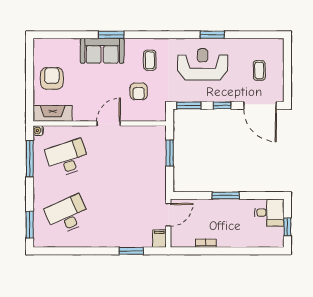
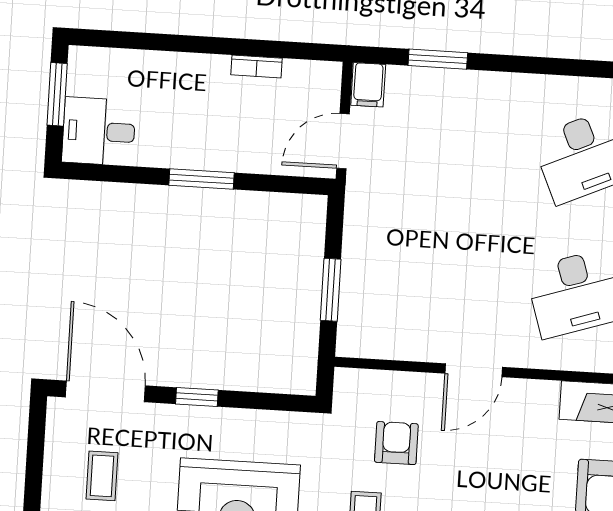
window: (189, 105) -> (277, 402), removed
window: (287, 227) -> (57, 94), width x1.50

